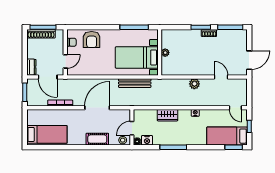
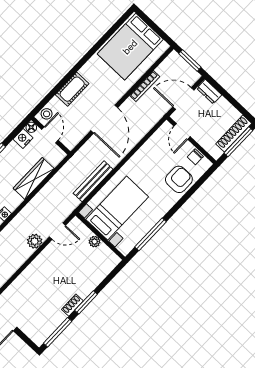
armchair: (92, 40) -> (179, 179), turned 90
door: (221, 77) -> (57, 231), moved
wardrobe: (167, 115) -> (34, 178), width x1.50
bed: (47, 134) -> (130, 47), width x1.50

